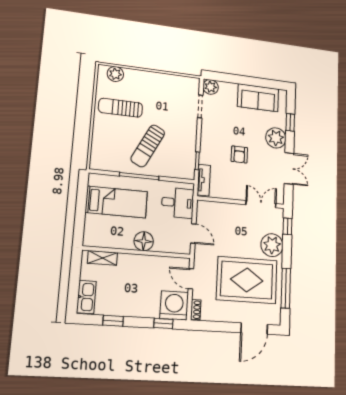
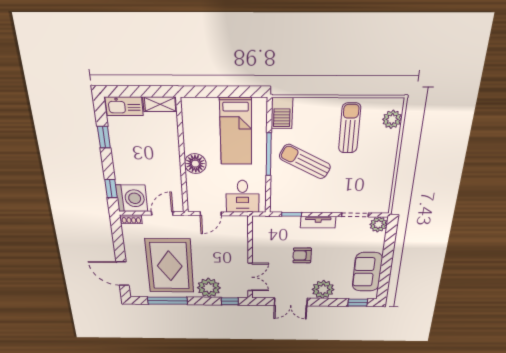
window: (290, 122) -> (358, 303), moved
barbecue: (103, 162) -> (282, 113), added
tv unit: (204, 180) -> (318, 222), moved
shelving: (102, 258) -> (160, 104), moved, turned 90

